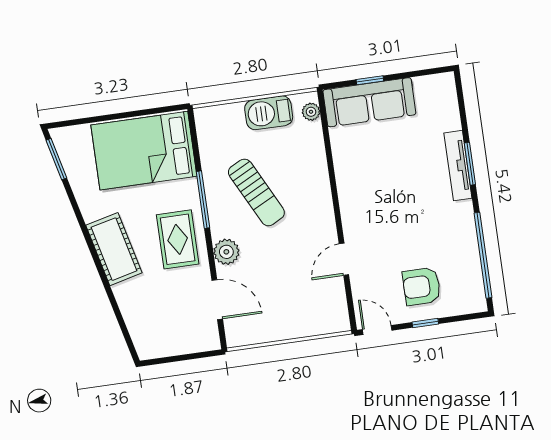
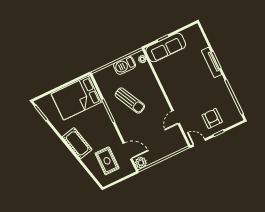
rug: (178, 239) -> (107, 161), moved
plant: (226, 252) -> (141, 163), moved
armchair: (422, 286) -> (212, 118), turned 90

